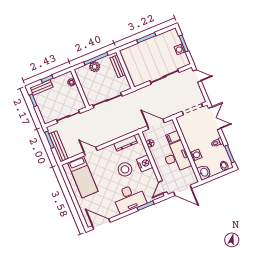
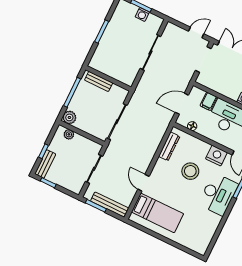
plant: (95, 67) -> (69, 117), moved
door: (197, 76) -> (196, 33), moved
door: (91, 151) -> (143, 183), hinge flipped
nightstand: (145, 163) -> (216, 156), moved
door: (101, 224) -> (213, 241), removed

